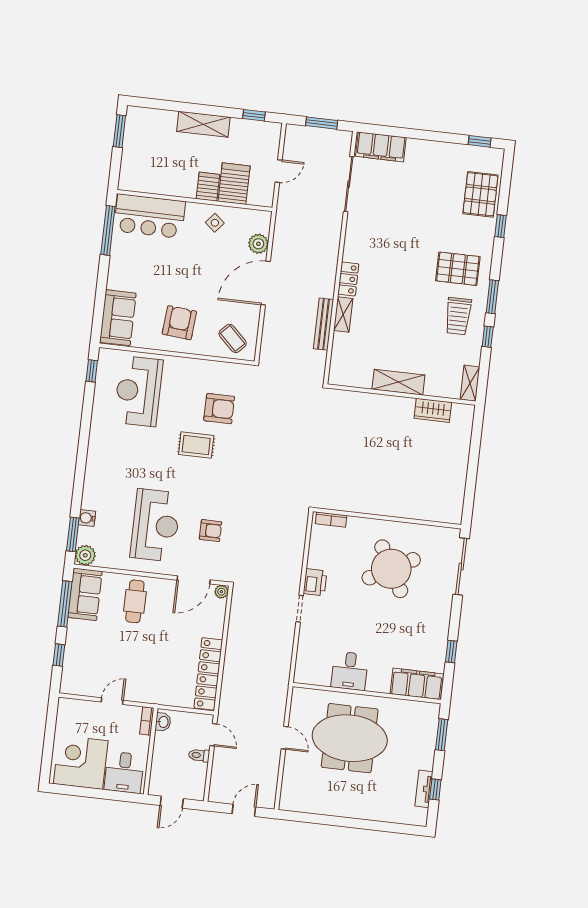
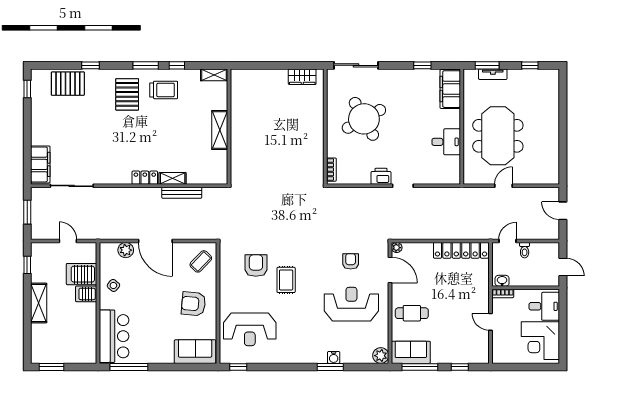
wardrobe: (433, 410) -> (302, 77), moved, turned 90
water cooler: (87, 518) -> (334, 357), moved
window: (73, 534) -> (330, 367), moved
tv unit: (424, 789) -> (493, 74), moved

